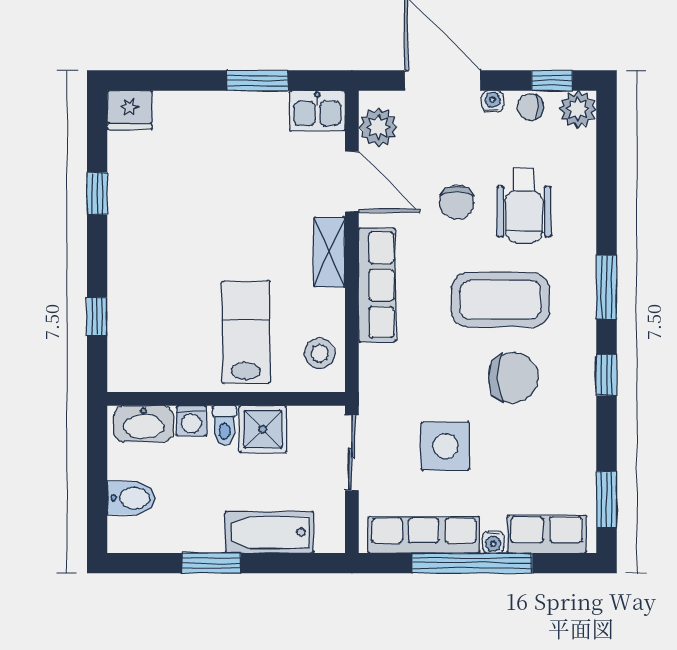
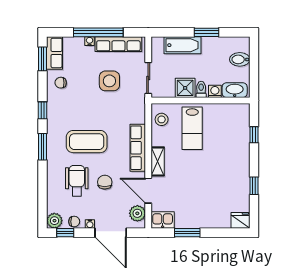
chair: (513, 378) -> (61, 83), moved, width x0.54, depth x0.54
row of seats: (547, 534) -> (55, 53), moved, turned -90

